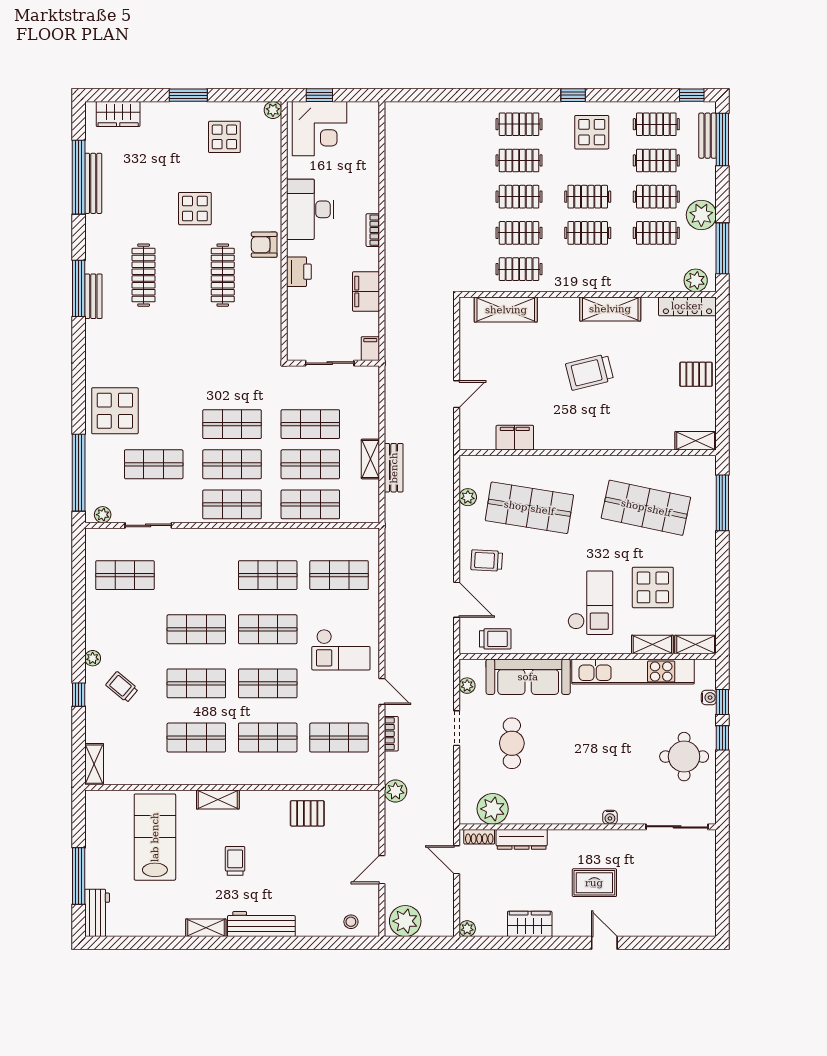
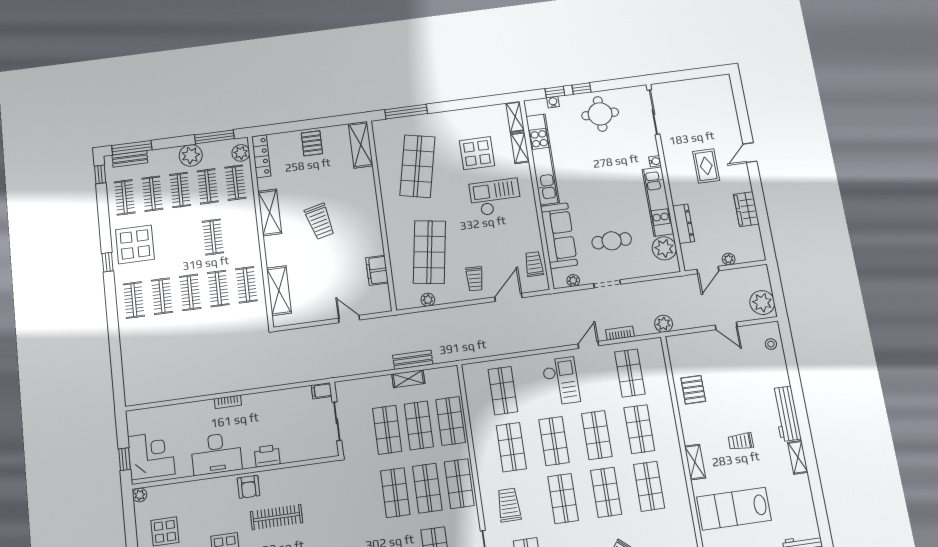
display table: (592, 132) -> (135, 244), width x1.36, depth x1.36
clothes rail: (588, 197) -> (235, 183), moved
filing cabinet: (366, 292) -> (277, 400), removed
shelving: (696, 441) -> (361, 145), width x1.50, depth x1.33
trolley: (198, 562) -> (509, 505), added
kitchen unit: (555, 812) -> (658, 202), added
shoe rack: (479, 837) -> (687, 256), removed
plant: (467, 929) -> (729, 259), moved

